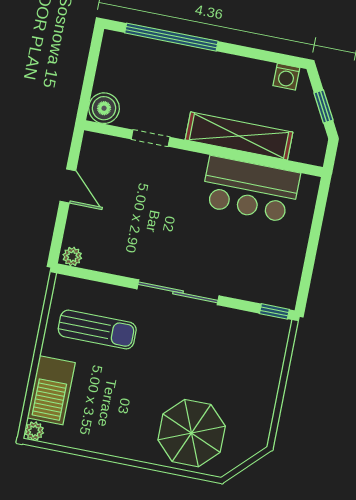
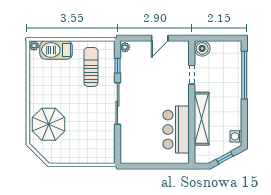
window: (274, 311) -> (117, 66), moved
sun lounger: (97, 330) -> (91, 67), turned 180

